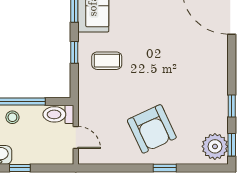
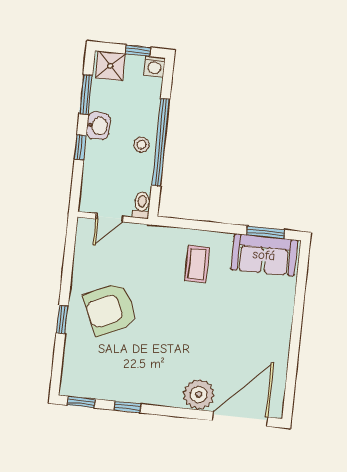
window: (74, 52) -> (211, 226), removed
toilet: (58, 114) -> (142, 205), width x0.73, depth x0.72
plant: (215, 146) -> (199, 394), moved

